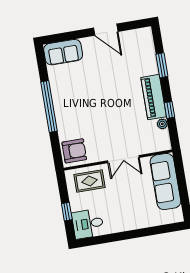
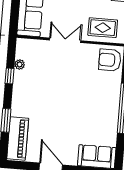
piano: (154, 97) -> (18, 138), moved

